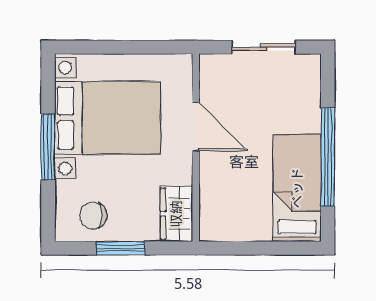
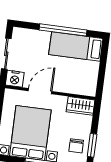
nightstand: (215, 71) -> (15, 79), added
window: (121, 248) -> (92, 145), moved

